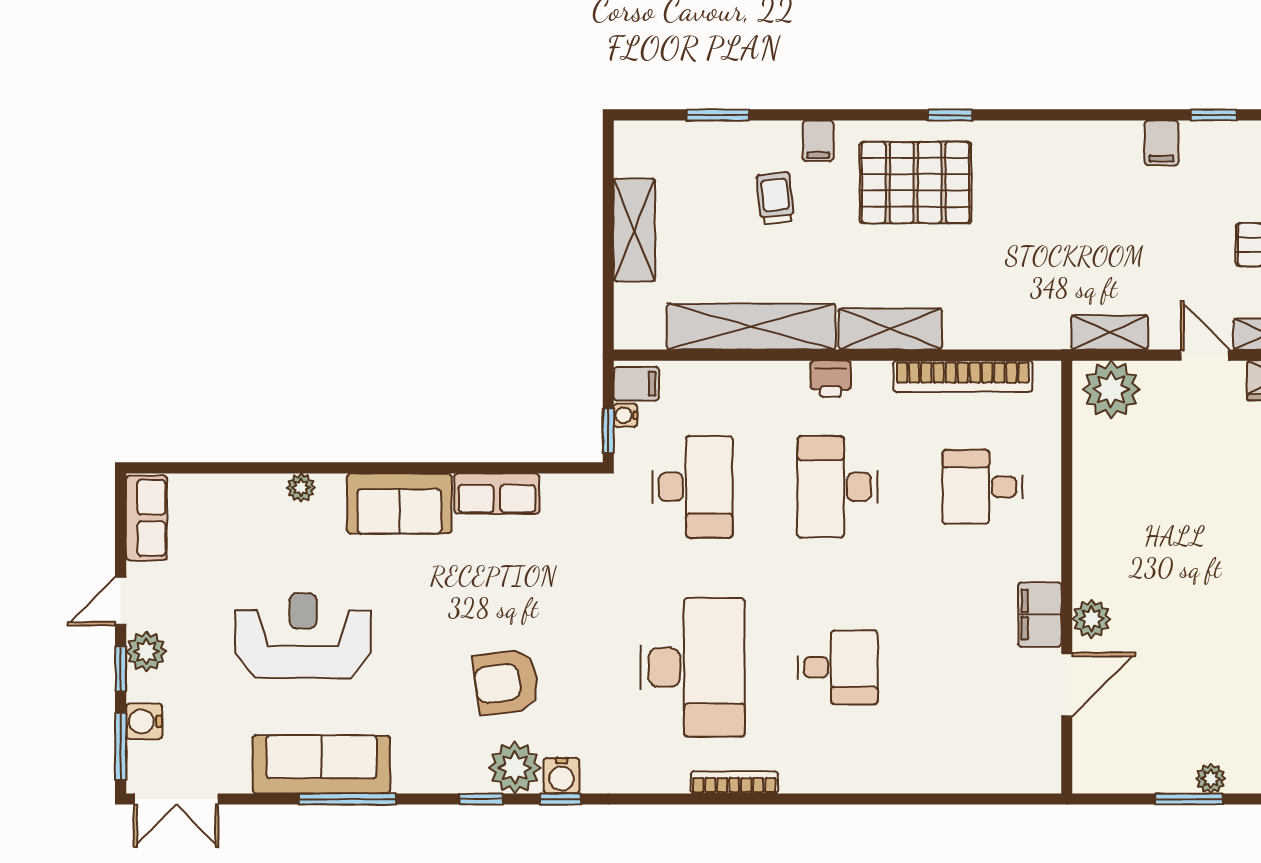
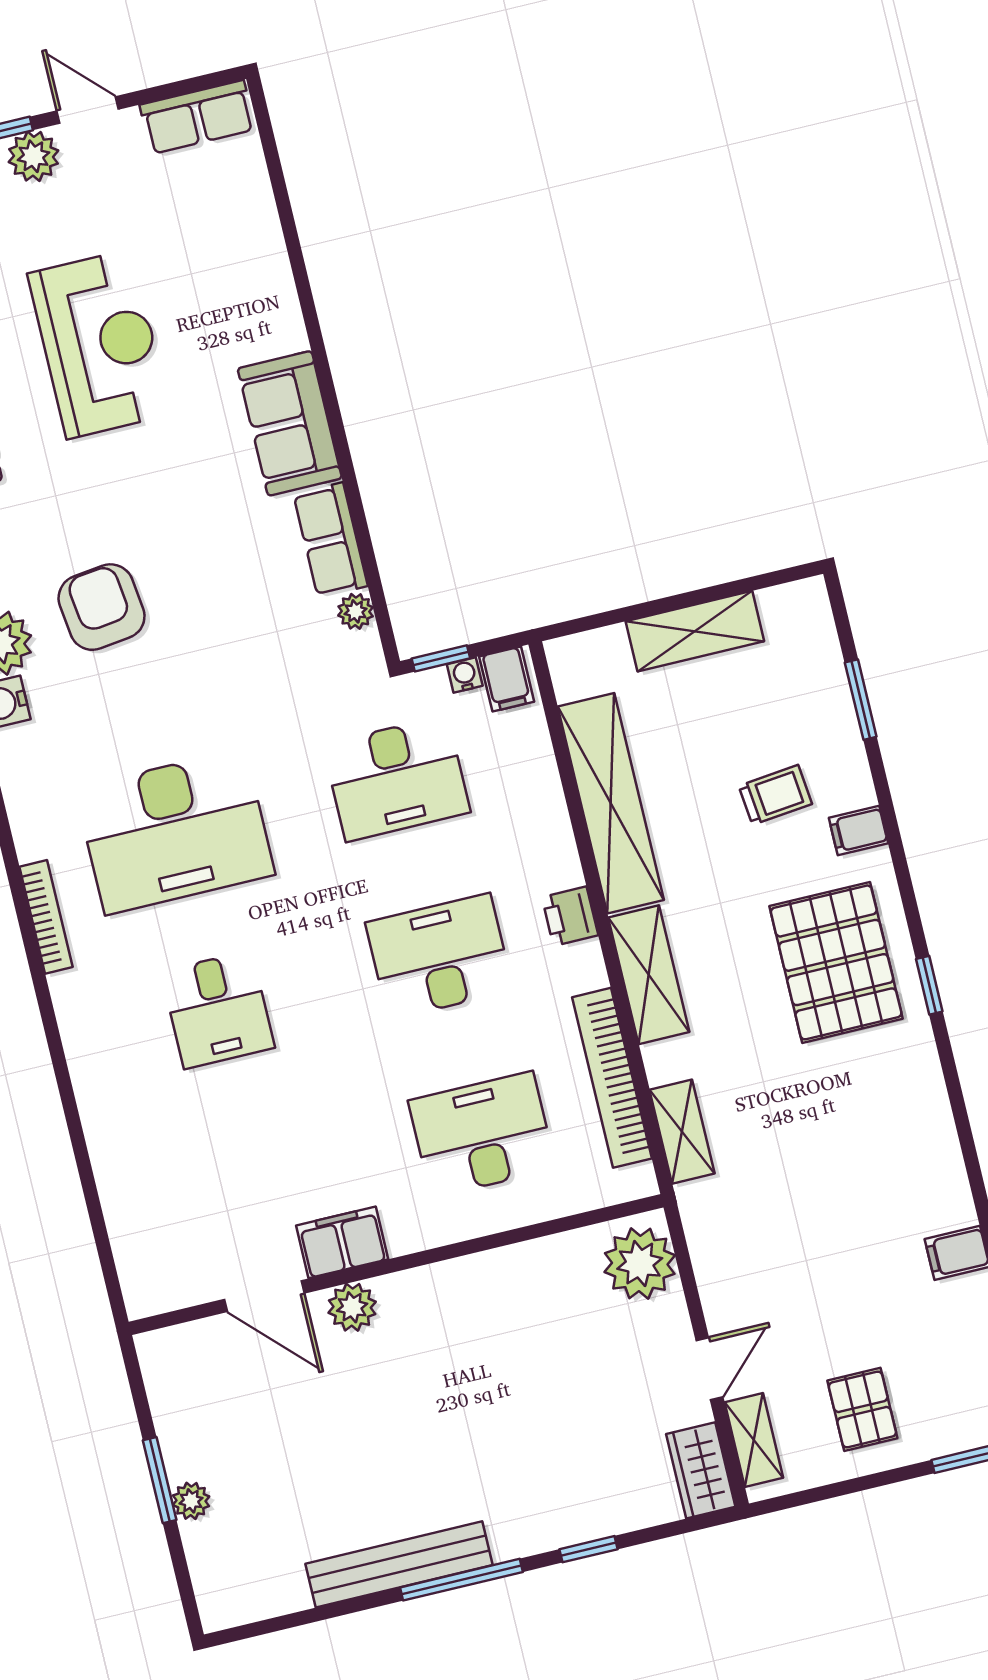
shelving: (1110, 332) -> (682, 1132), moved
desk: (983, 487) -> (482, 1135), width x1.37
plant: (301, 488) -> (356, 611), moved

